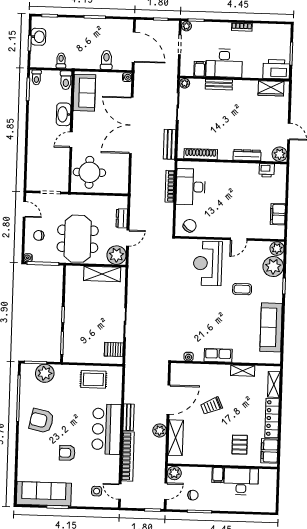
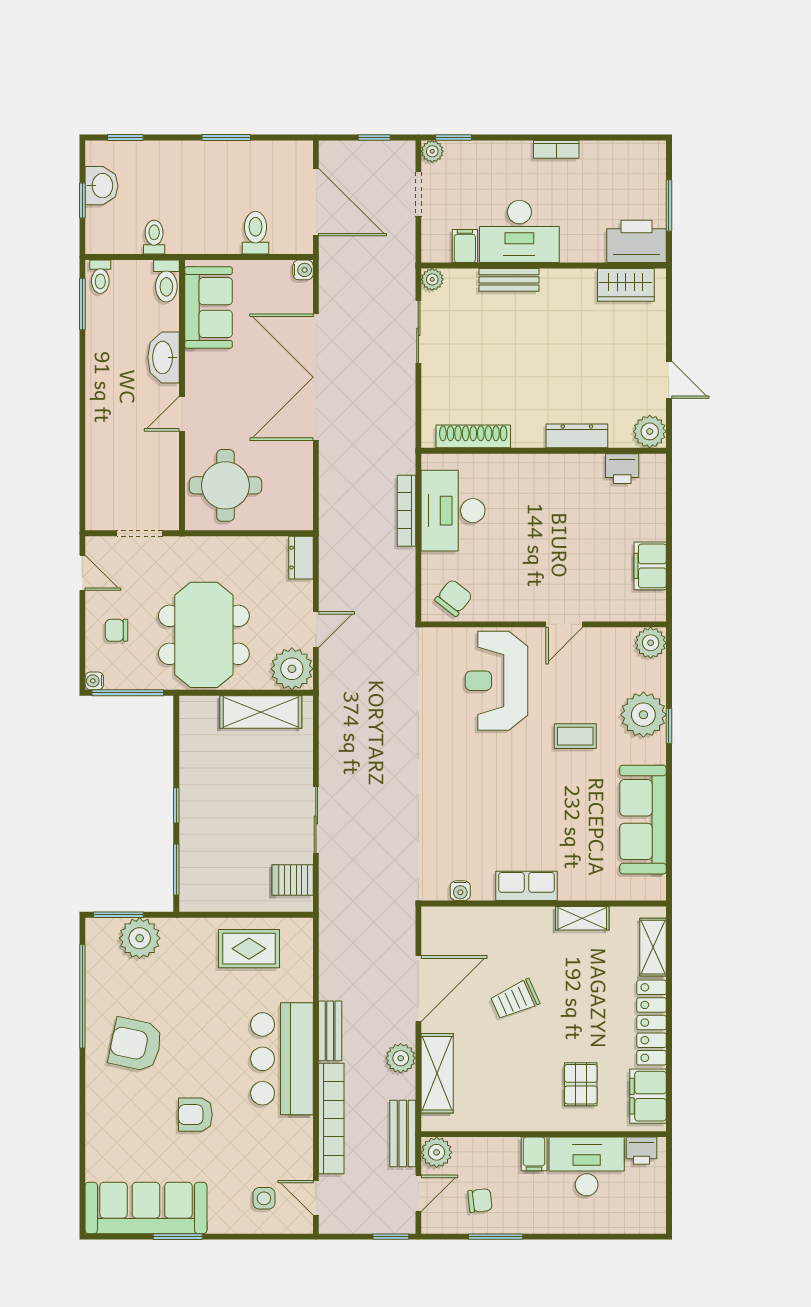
bench: (170, 144) -> (403, 1133), moved
dresser: (122, 218) -> (301, 558), moved
plant: (273, 267) -> (643, 715), moved
printer: (266, 475) -> (641, 1151), added

